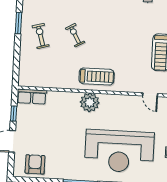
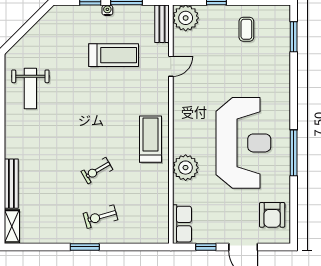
plant: (90, 102) -> (186, 168), moved
reception desk: (119, 151) -> (243, 143), moved
armchair: (35, 164) -> (272, 215), turned -90

